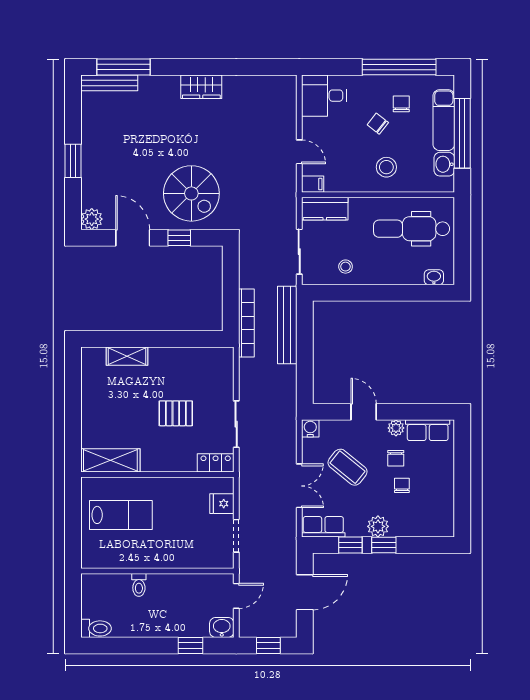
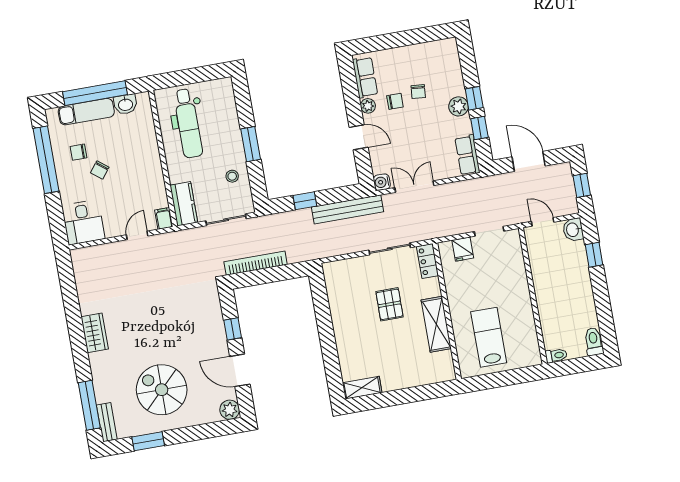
bench: (109, 83) -> (107, 422), width x0.73
window: (73, 161) -> (148, 441), moved
stool: (386, 167) -> (137, 155), removed
spiral stairs: (191, 193) -> (162, 390), moved, turned -90
door: (133, 238) -> (240, 370), hinge flipped
washbasin: (434, 277) -> (228, 96), removed
window: (377, 293) -> (251, 144), added
bookcase: (246, 323) -> (256, 263), moved
bench: (287, 325) -> (348, 209), moved
window: (305, 341) -> (305, 201), added
shelving: (127, 356) -> (362, 388), moved, turned 90
door: (364, 412) -> (359, 137), swing flipped
shelving: (110, 460) -> (436, 324), moved
coffee table: (348, 467) -> (410, 143), removed
chair: (402, 485) -> (418, 92), turned -85
double door: (299, 486) -> (414, 187), moved
toilet: (139, 585) -> (556, 356), moved

